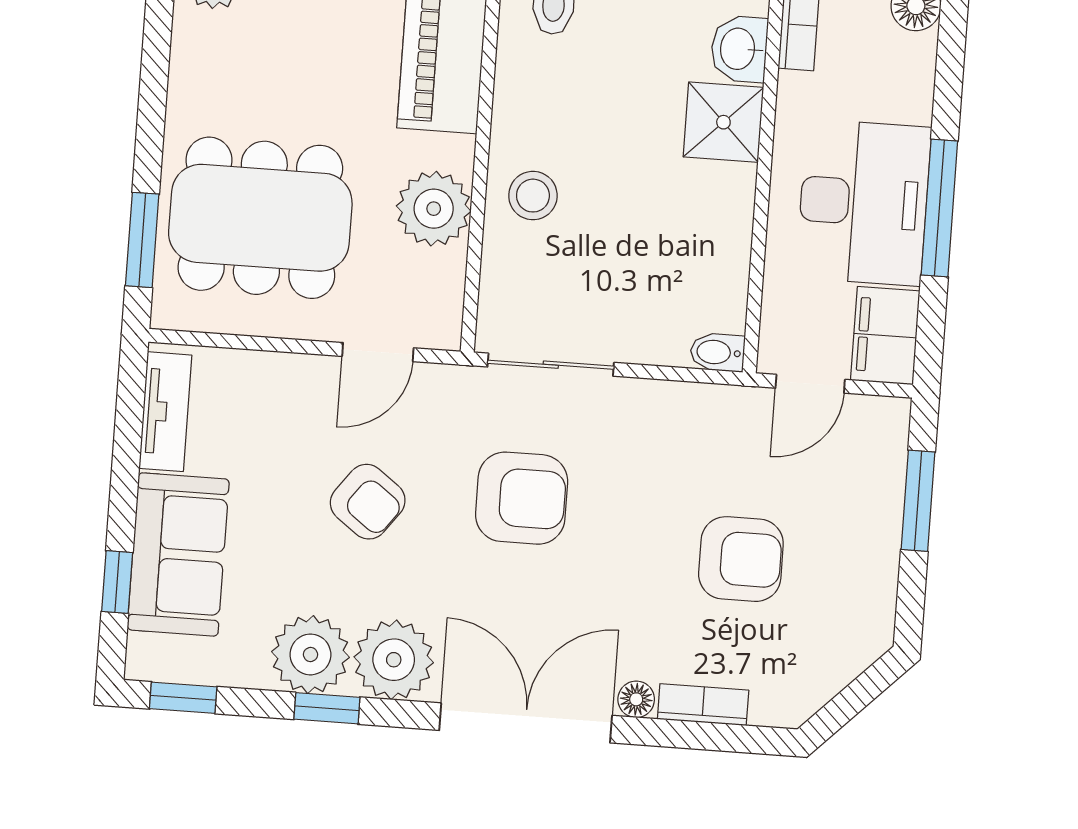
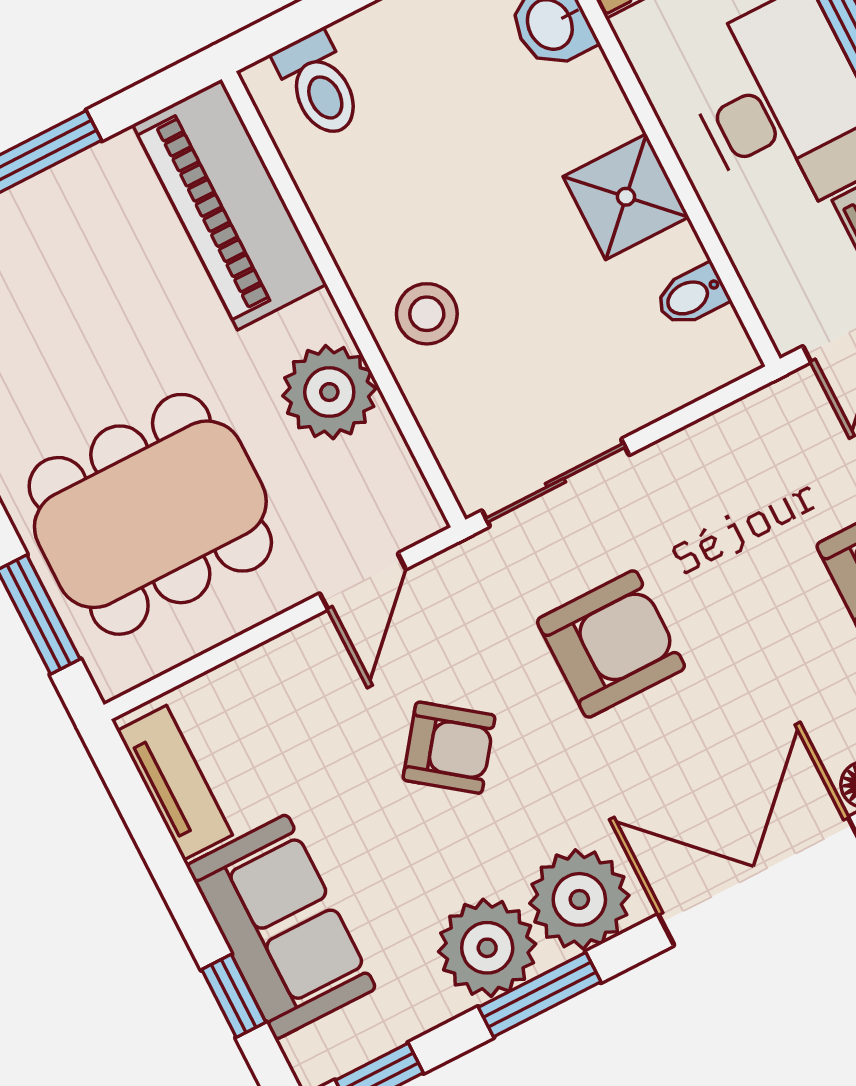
shower: (723, 122) -> (626, 197), moved
bidet: (717, 352) -> (692, 296), moved
window: (327, 708) -> (540, 995), width x1.50

